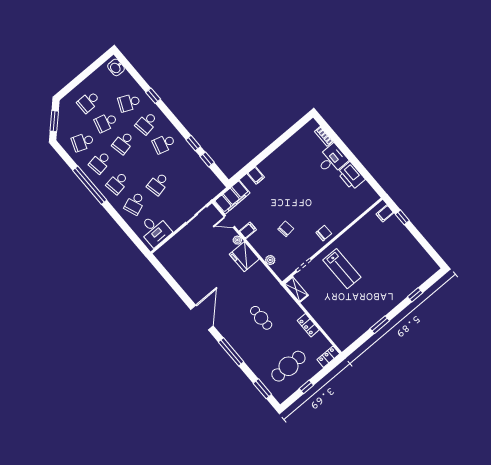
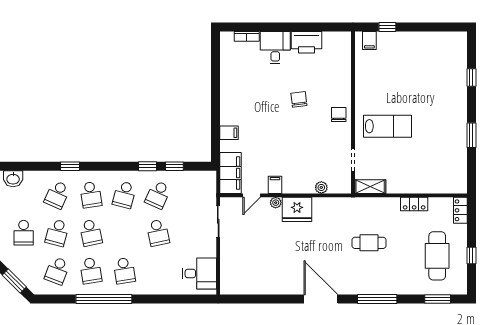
school desk: (135, 203) -> (158, 195), moved, turned 45
chair: (286, 229) -> (299, 99), moved

